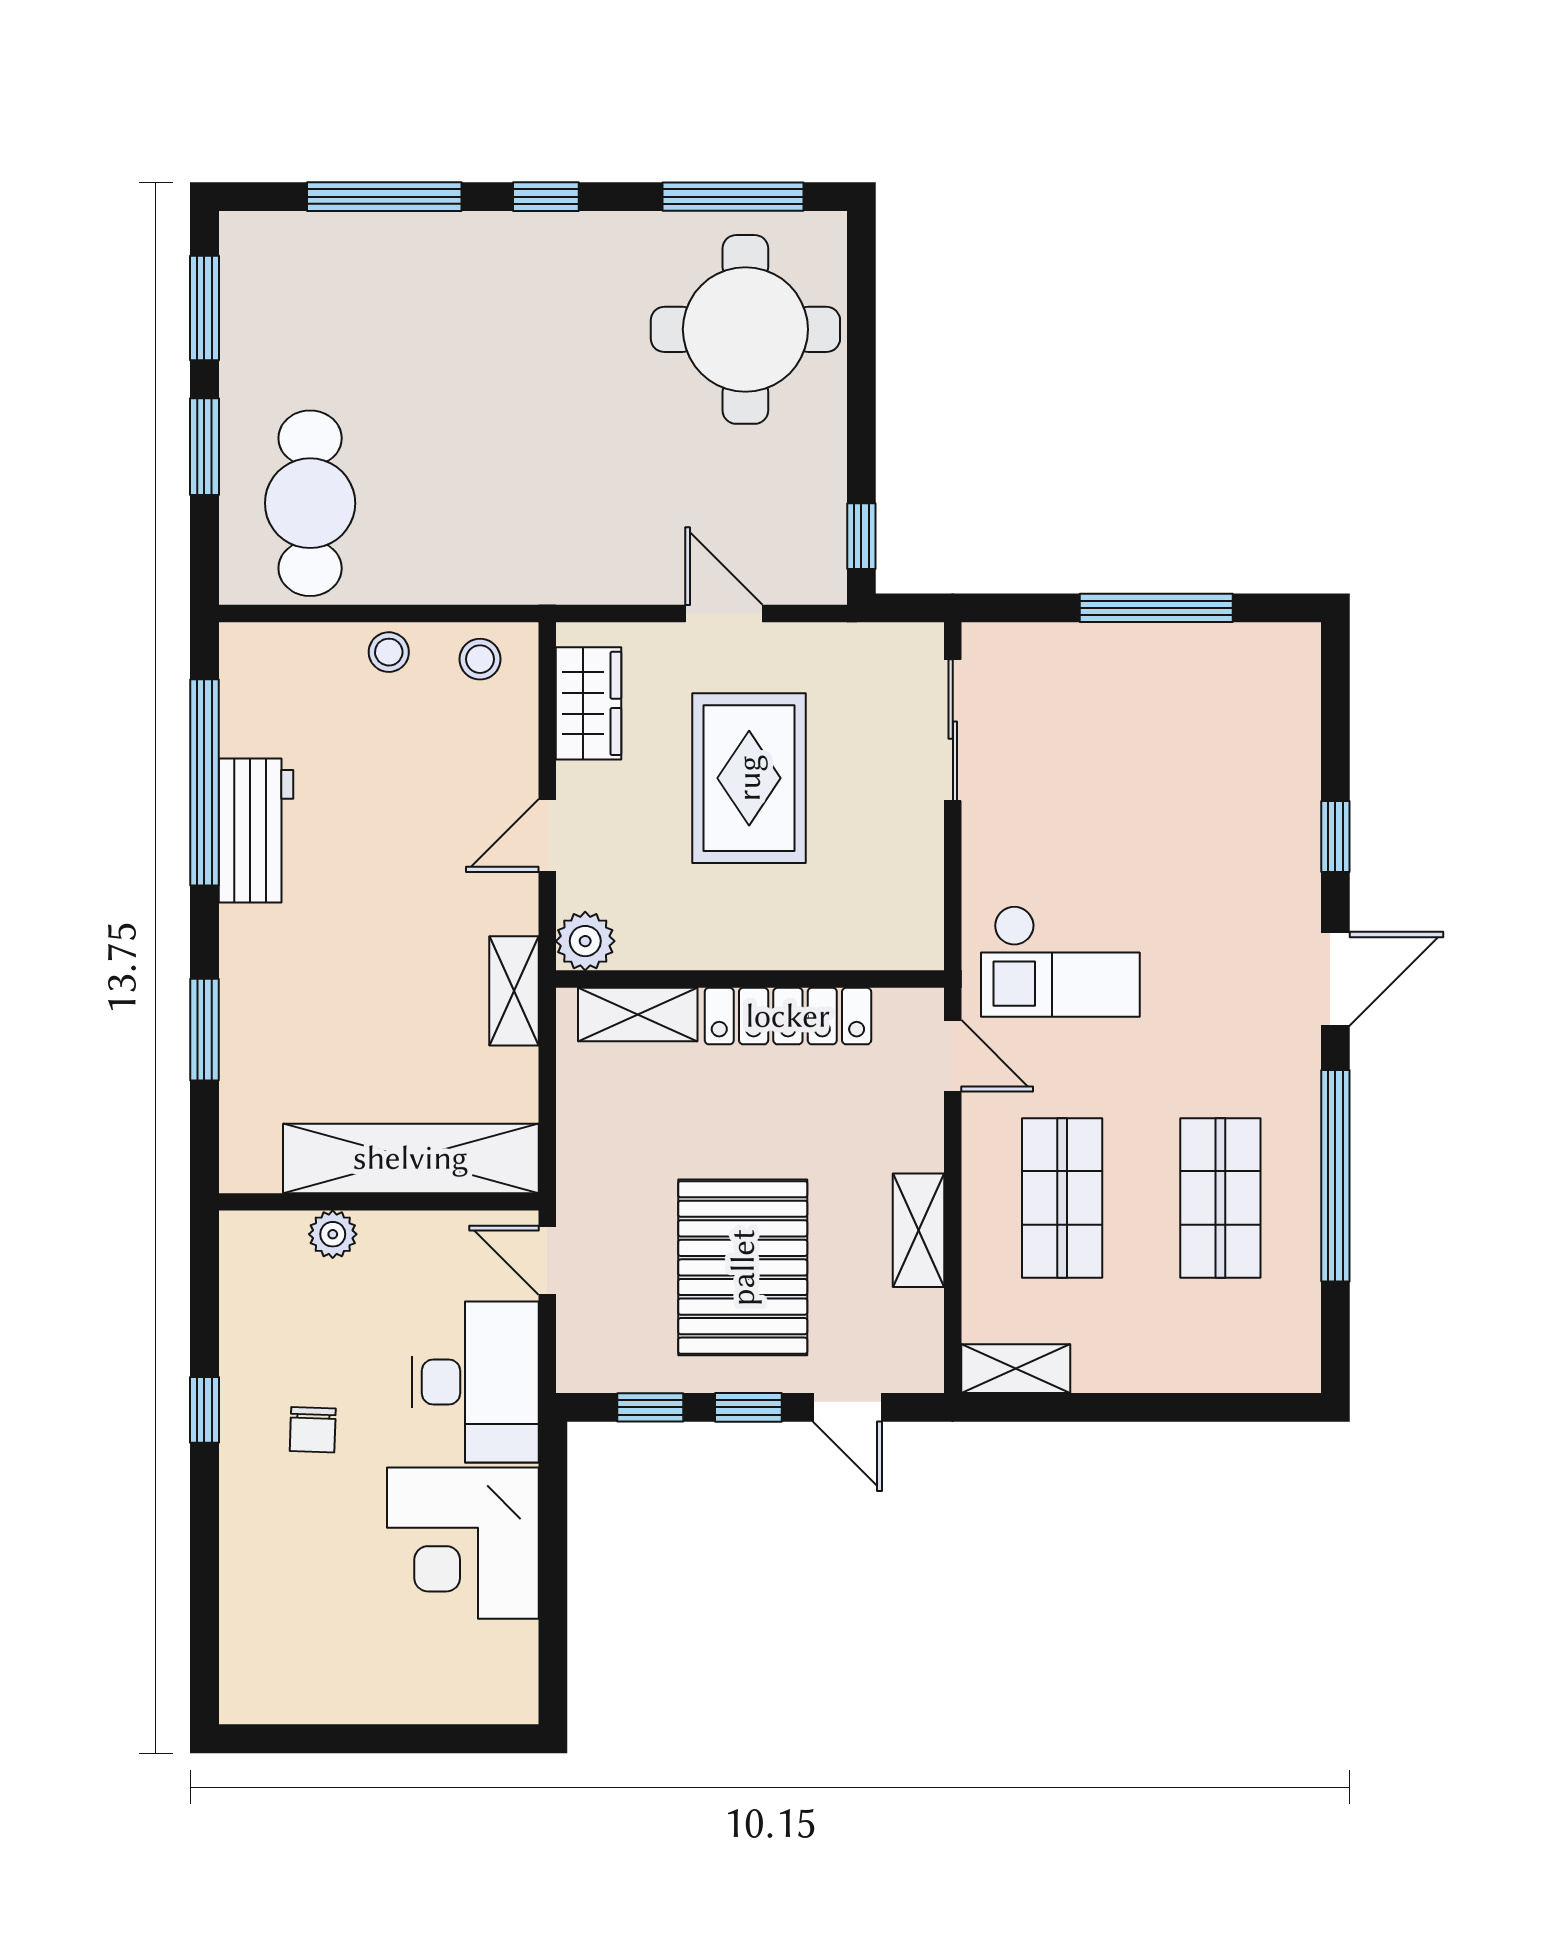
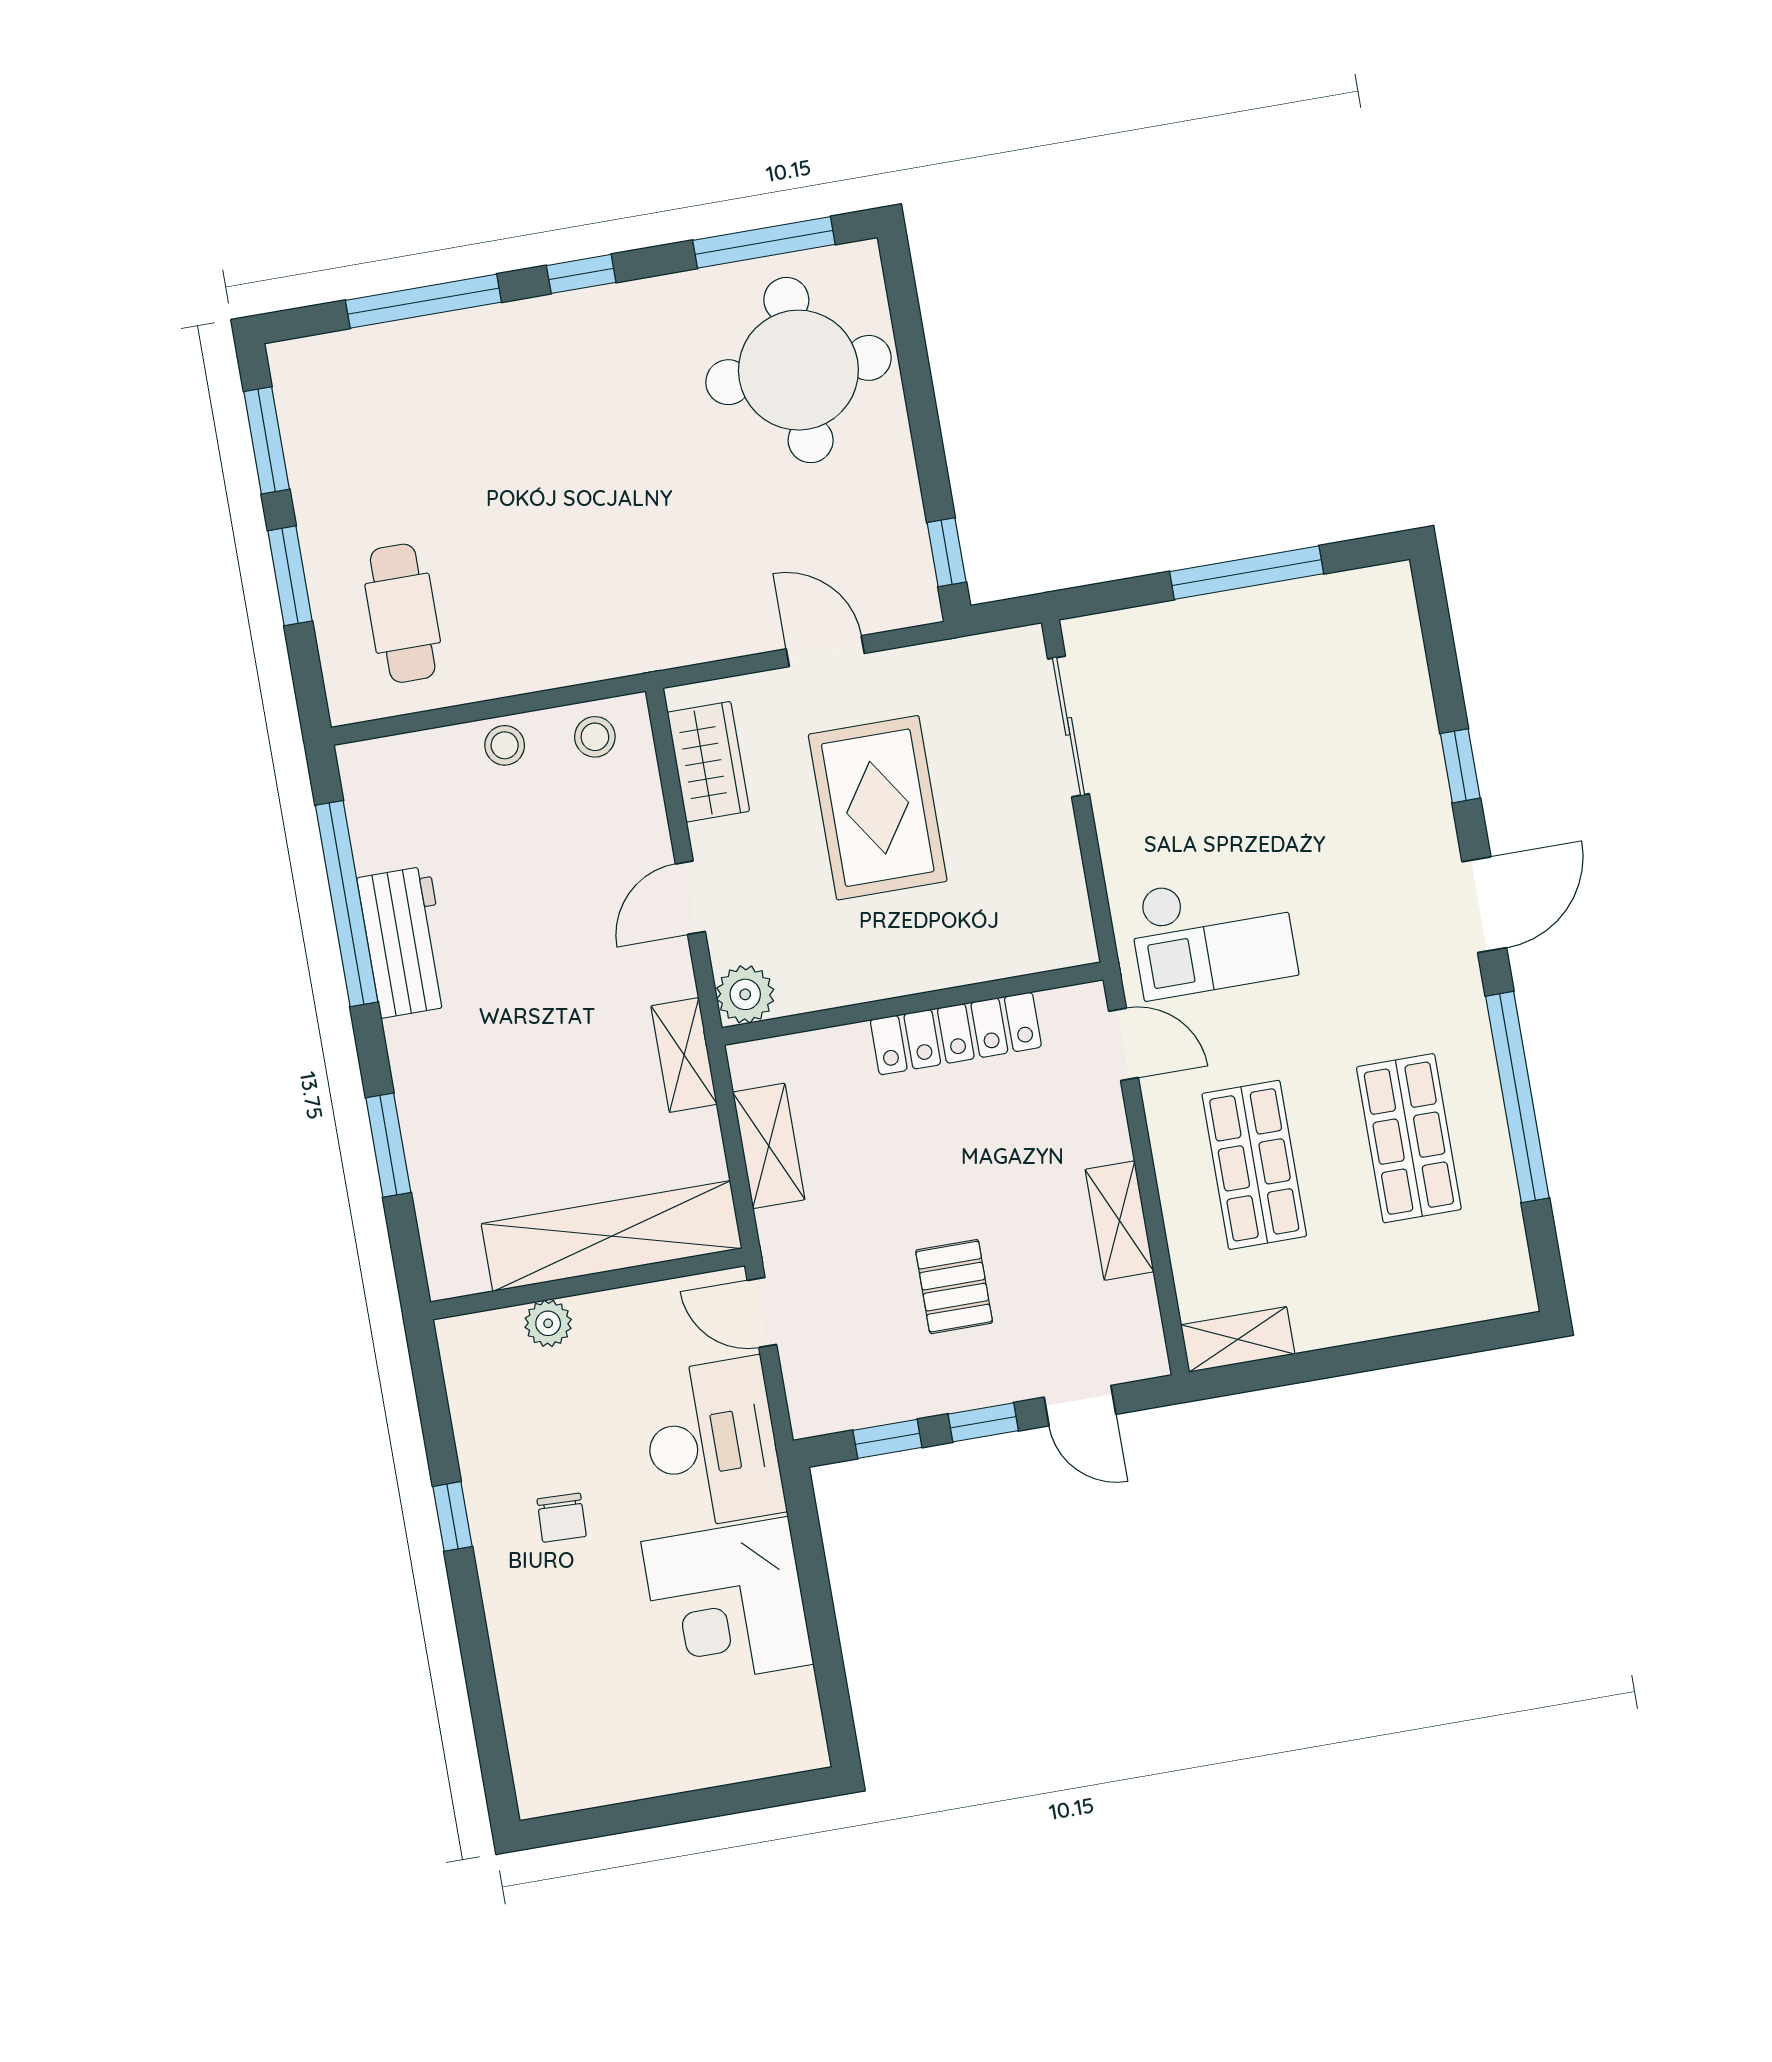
cafe table: (310, 503) -> (403, 613), width x0.73, depth x0.74
shelving: (638, 1015) -> (769, 1146), moved, turned 90
pallet: (743, 1267) -> (954, 1287), width x0.49, depth x0.50

